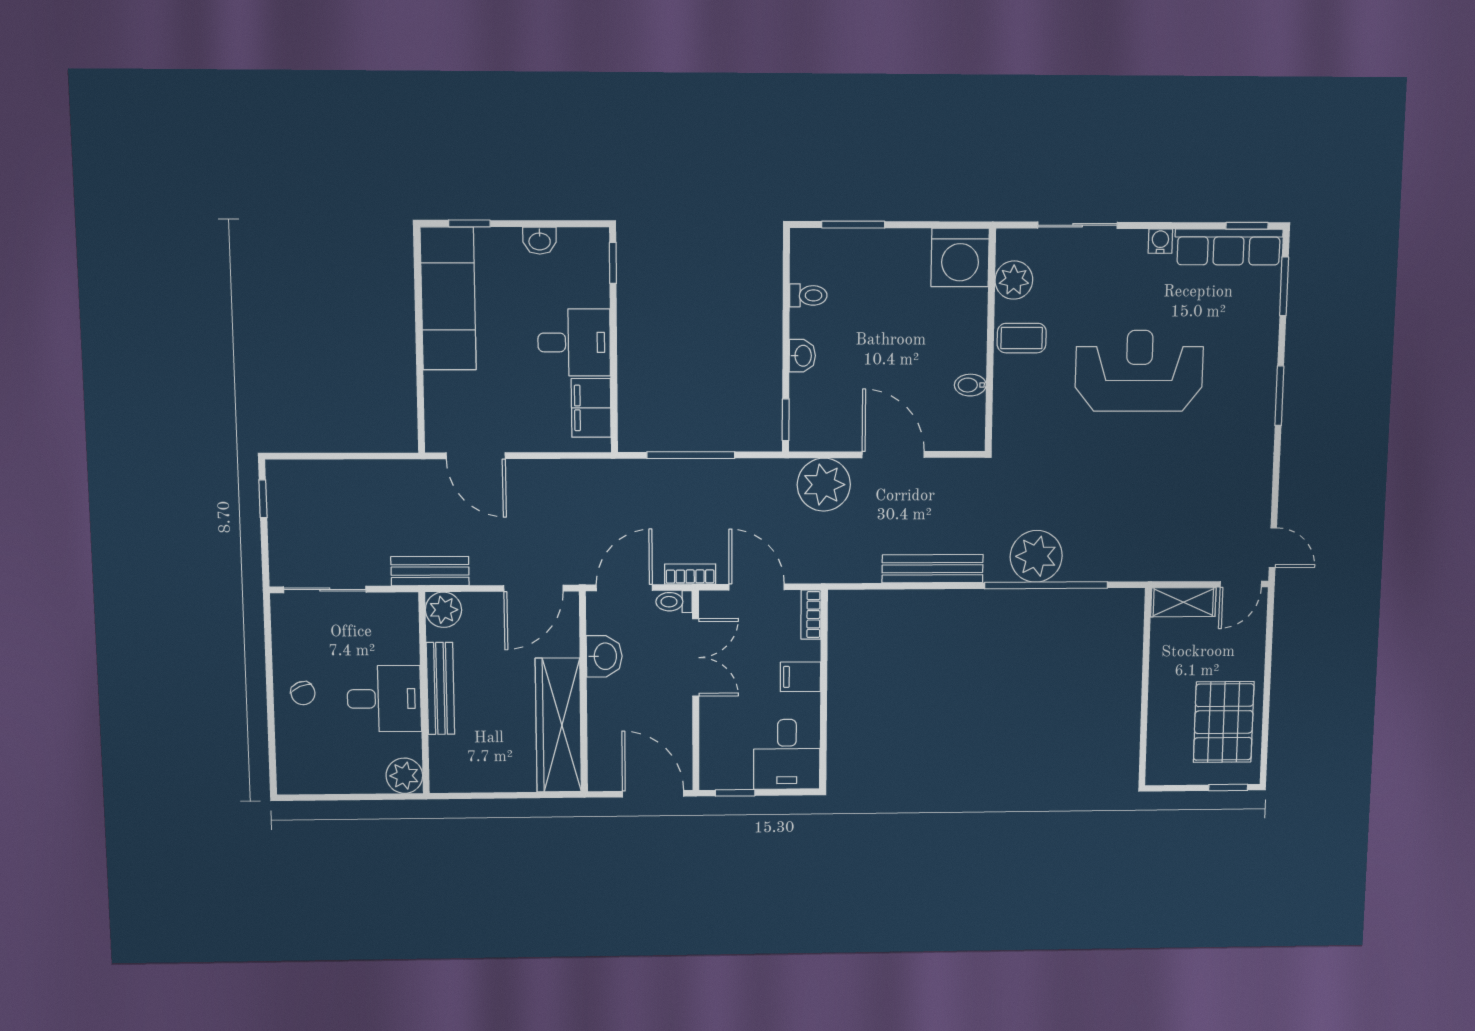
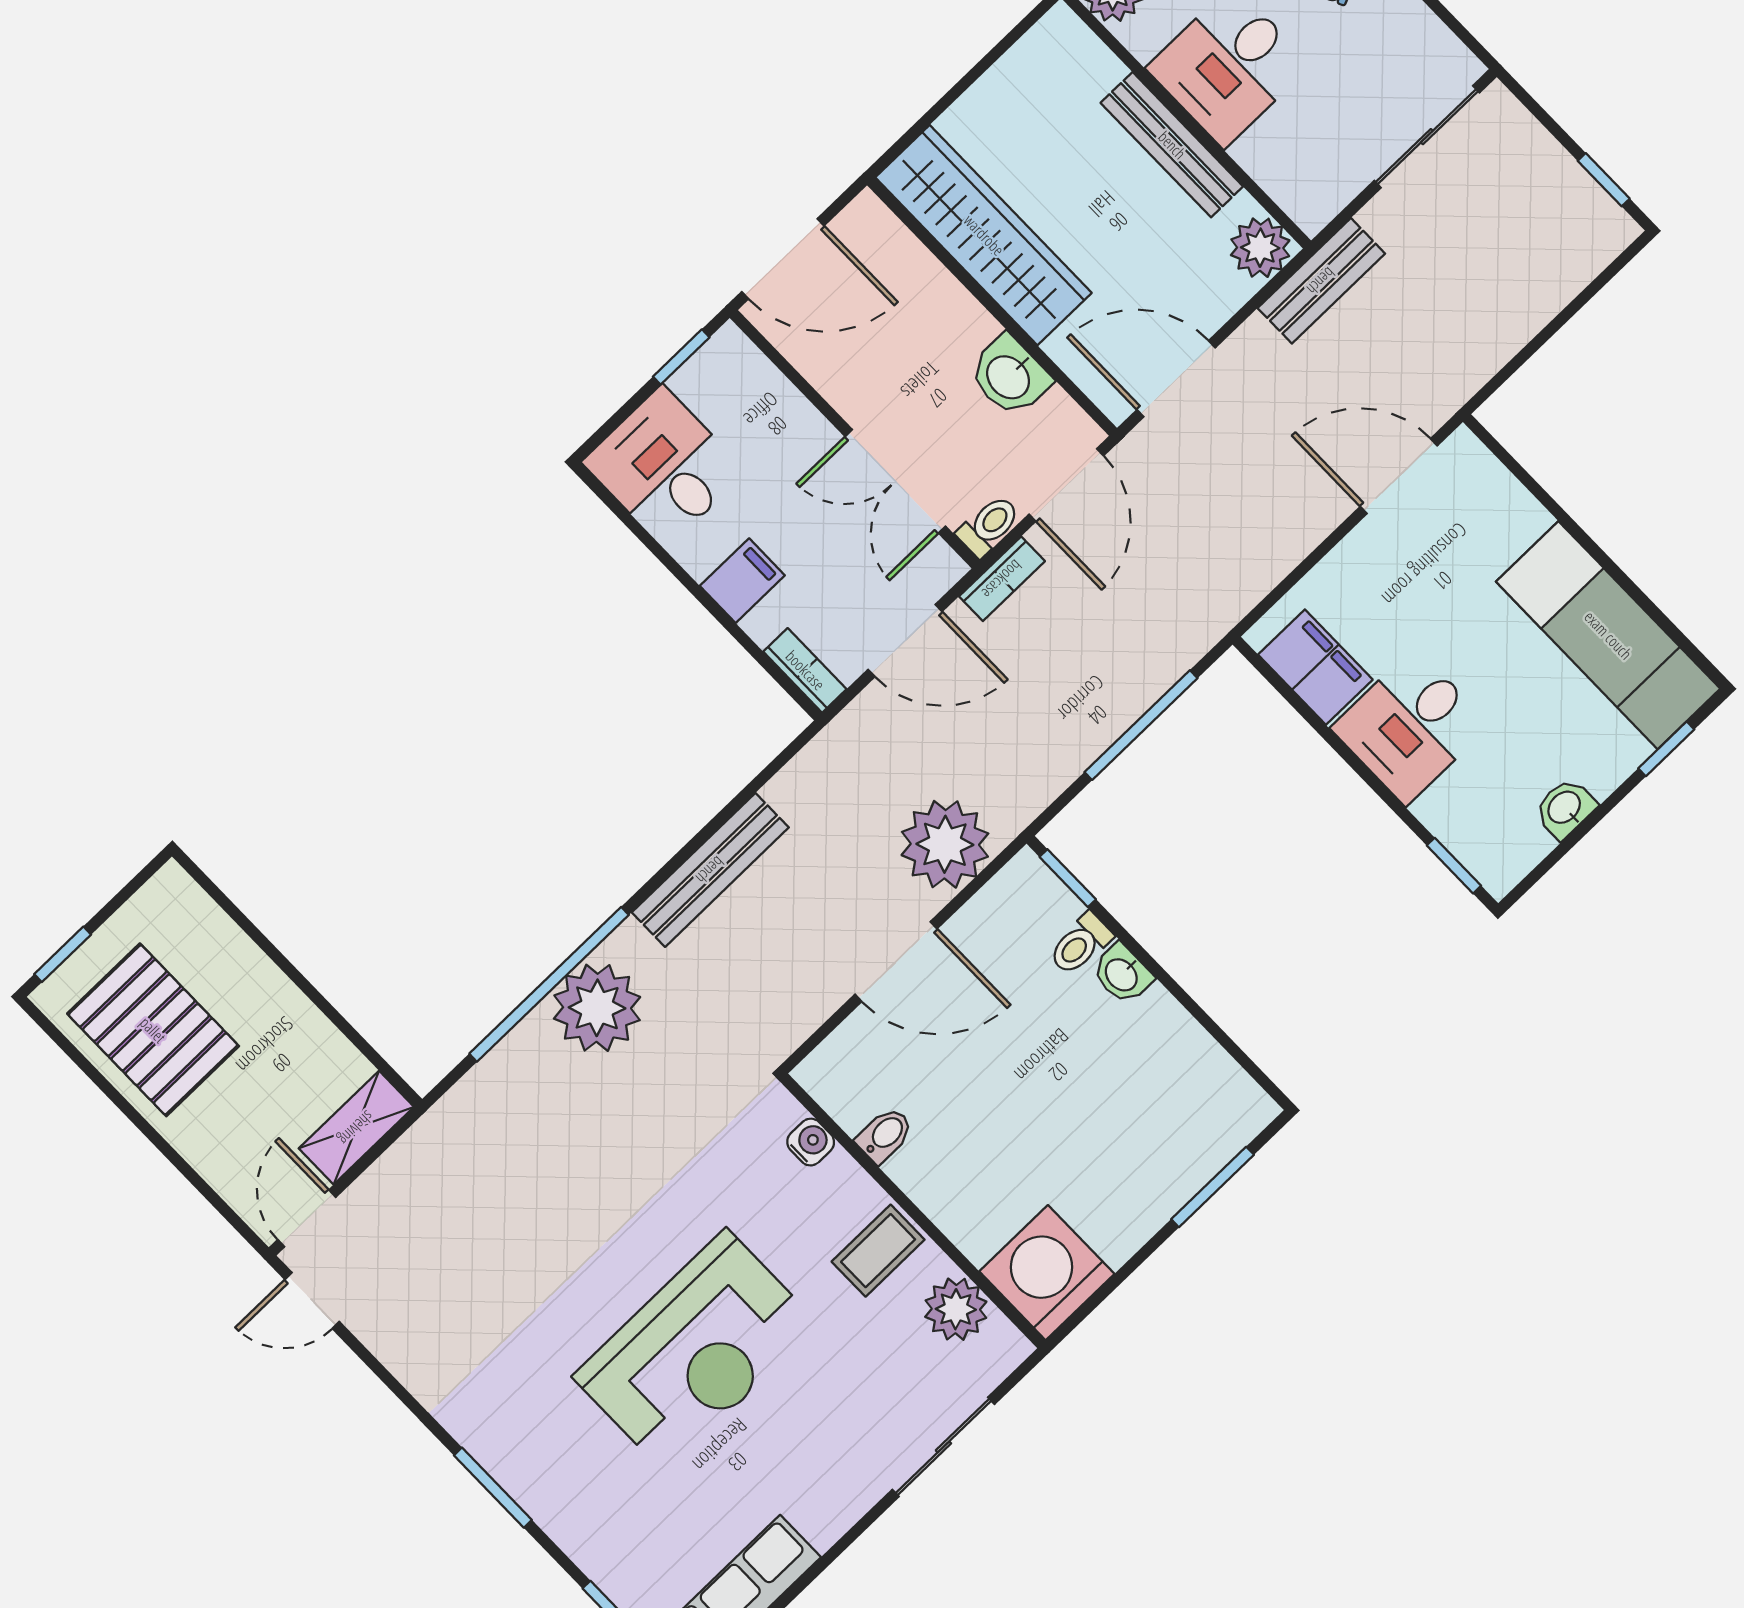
water cooler: (1160, 241) -> (811, 1142), moved, turned -90
toilet: (808, 295) -> (1080, 944), moved
door: (533, 588) -> (1176, 379), hinge flipped

